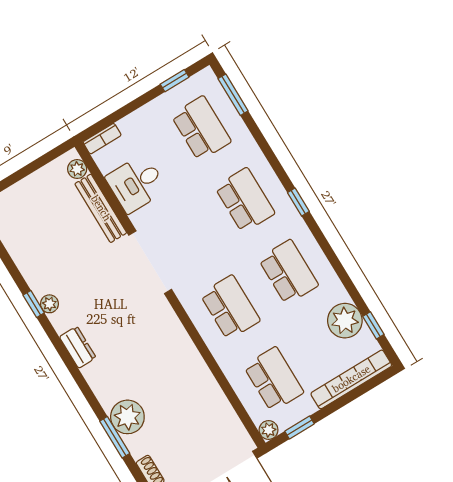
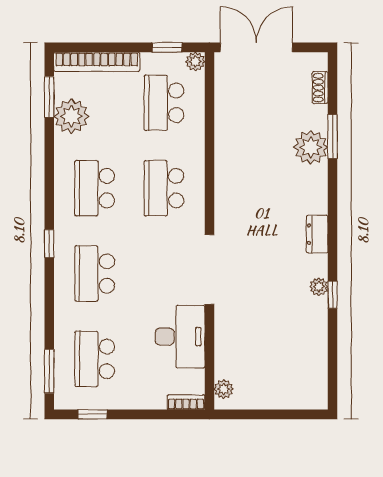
desk: (136, 184) -> (180, 337), width x1.37
bench: (101, 208) -> (224, 342), removed
window: (373, 325) -> (49, 97), width x1.50

